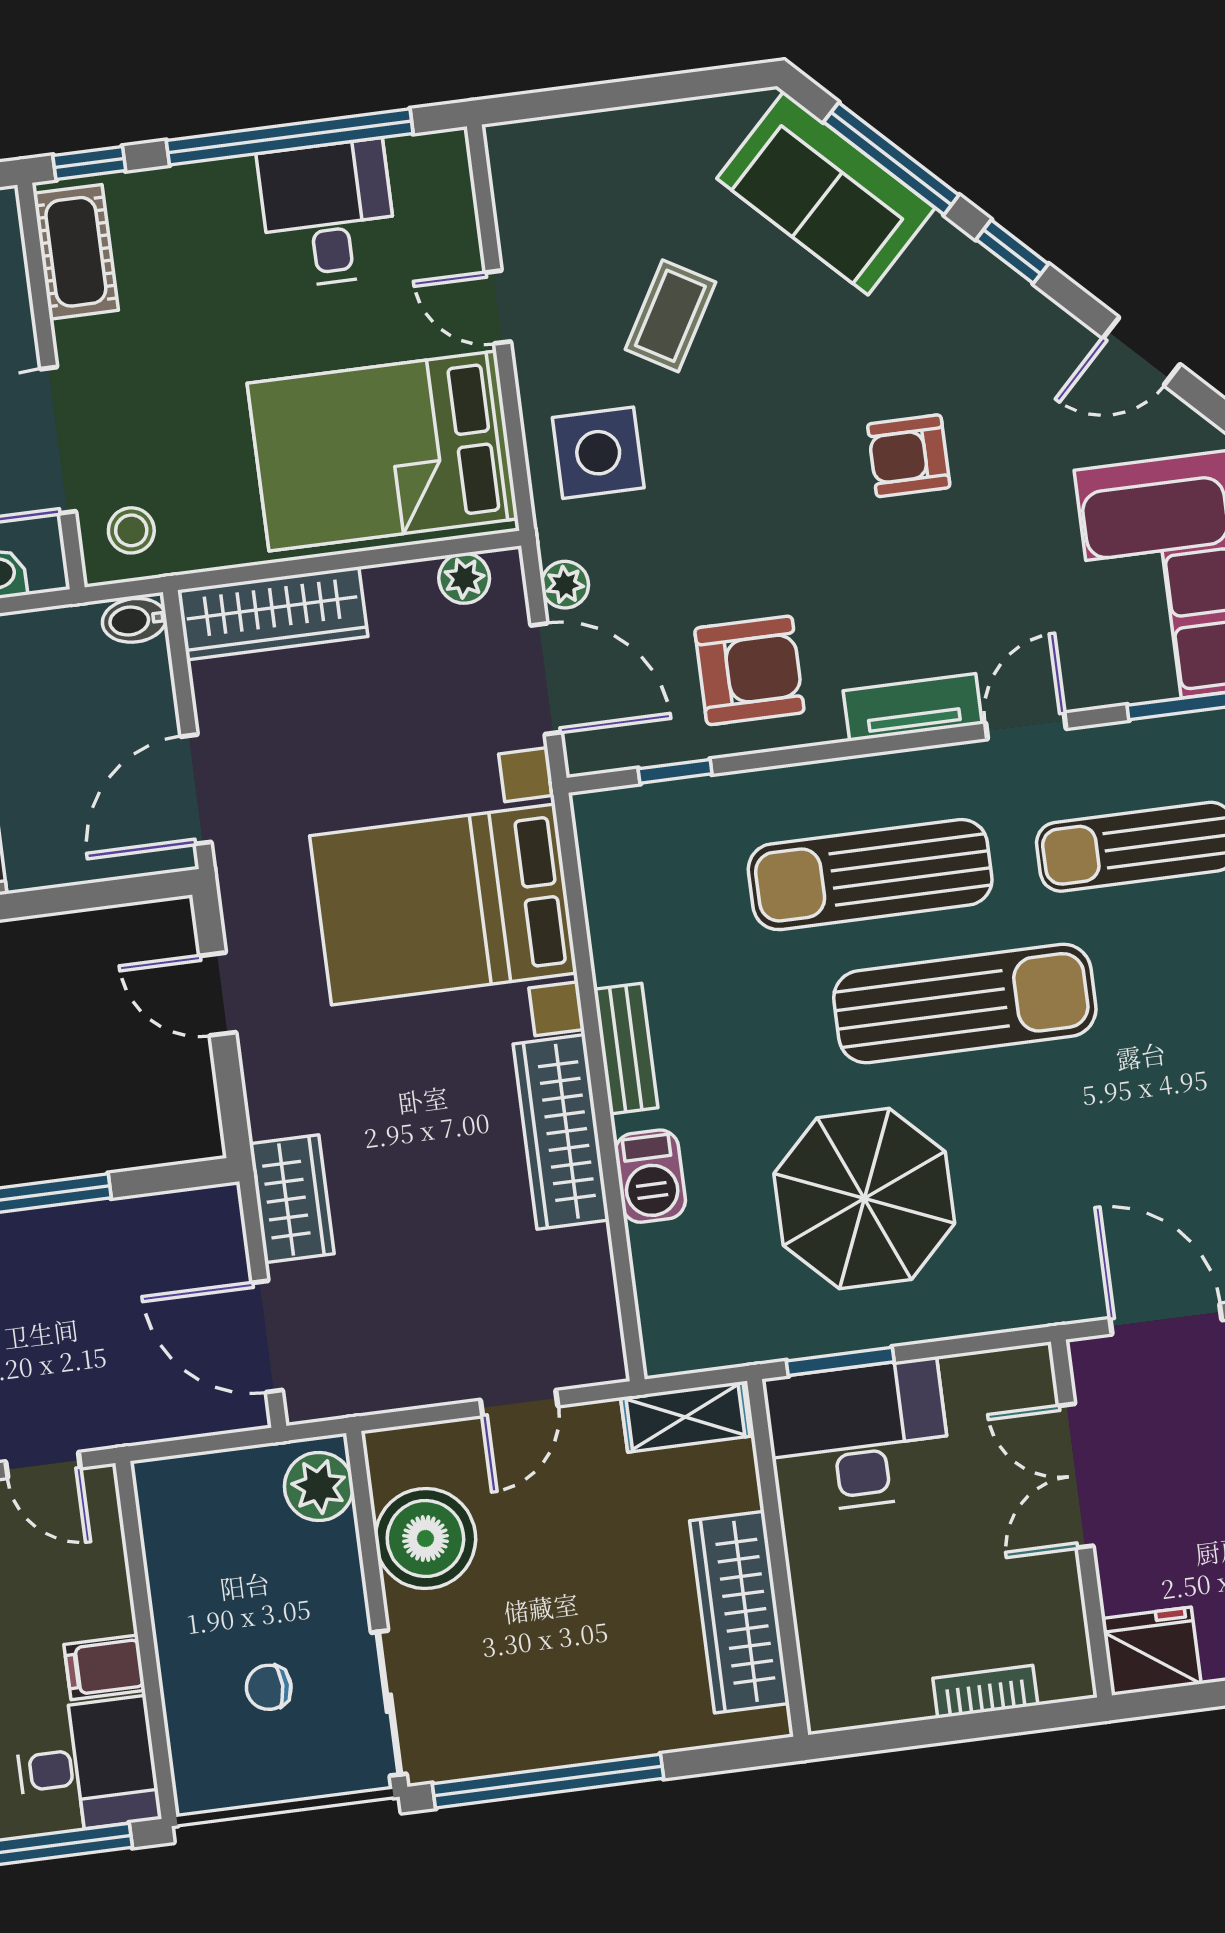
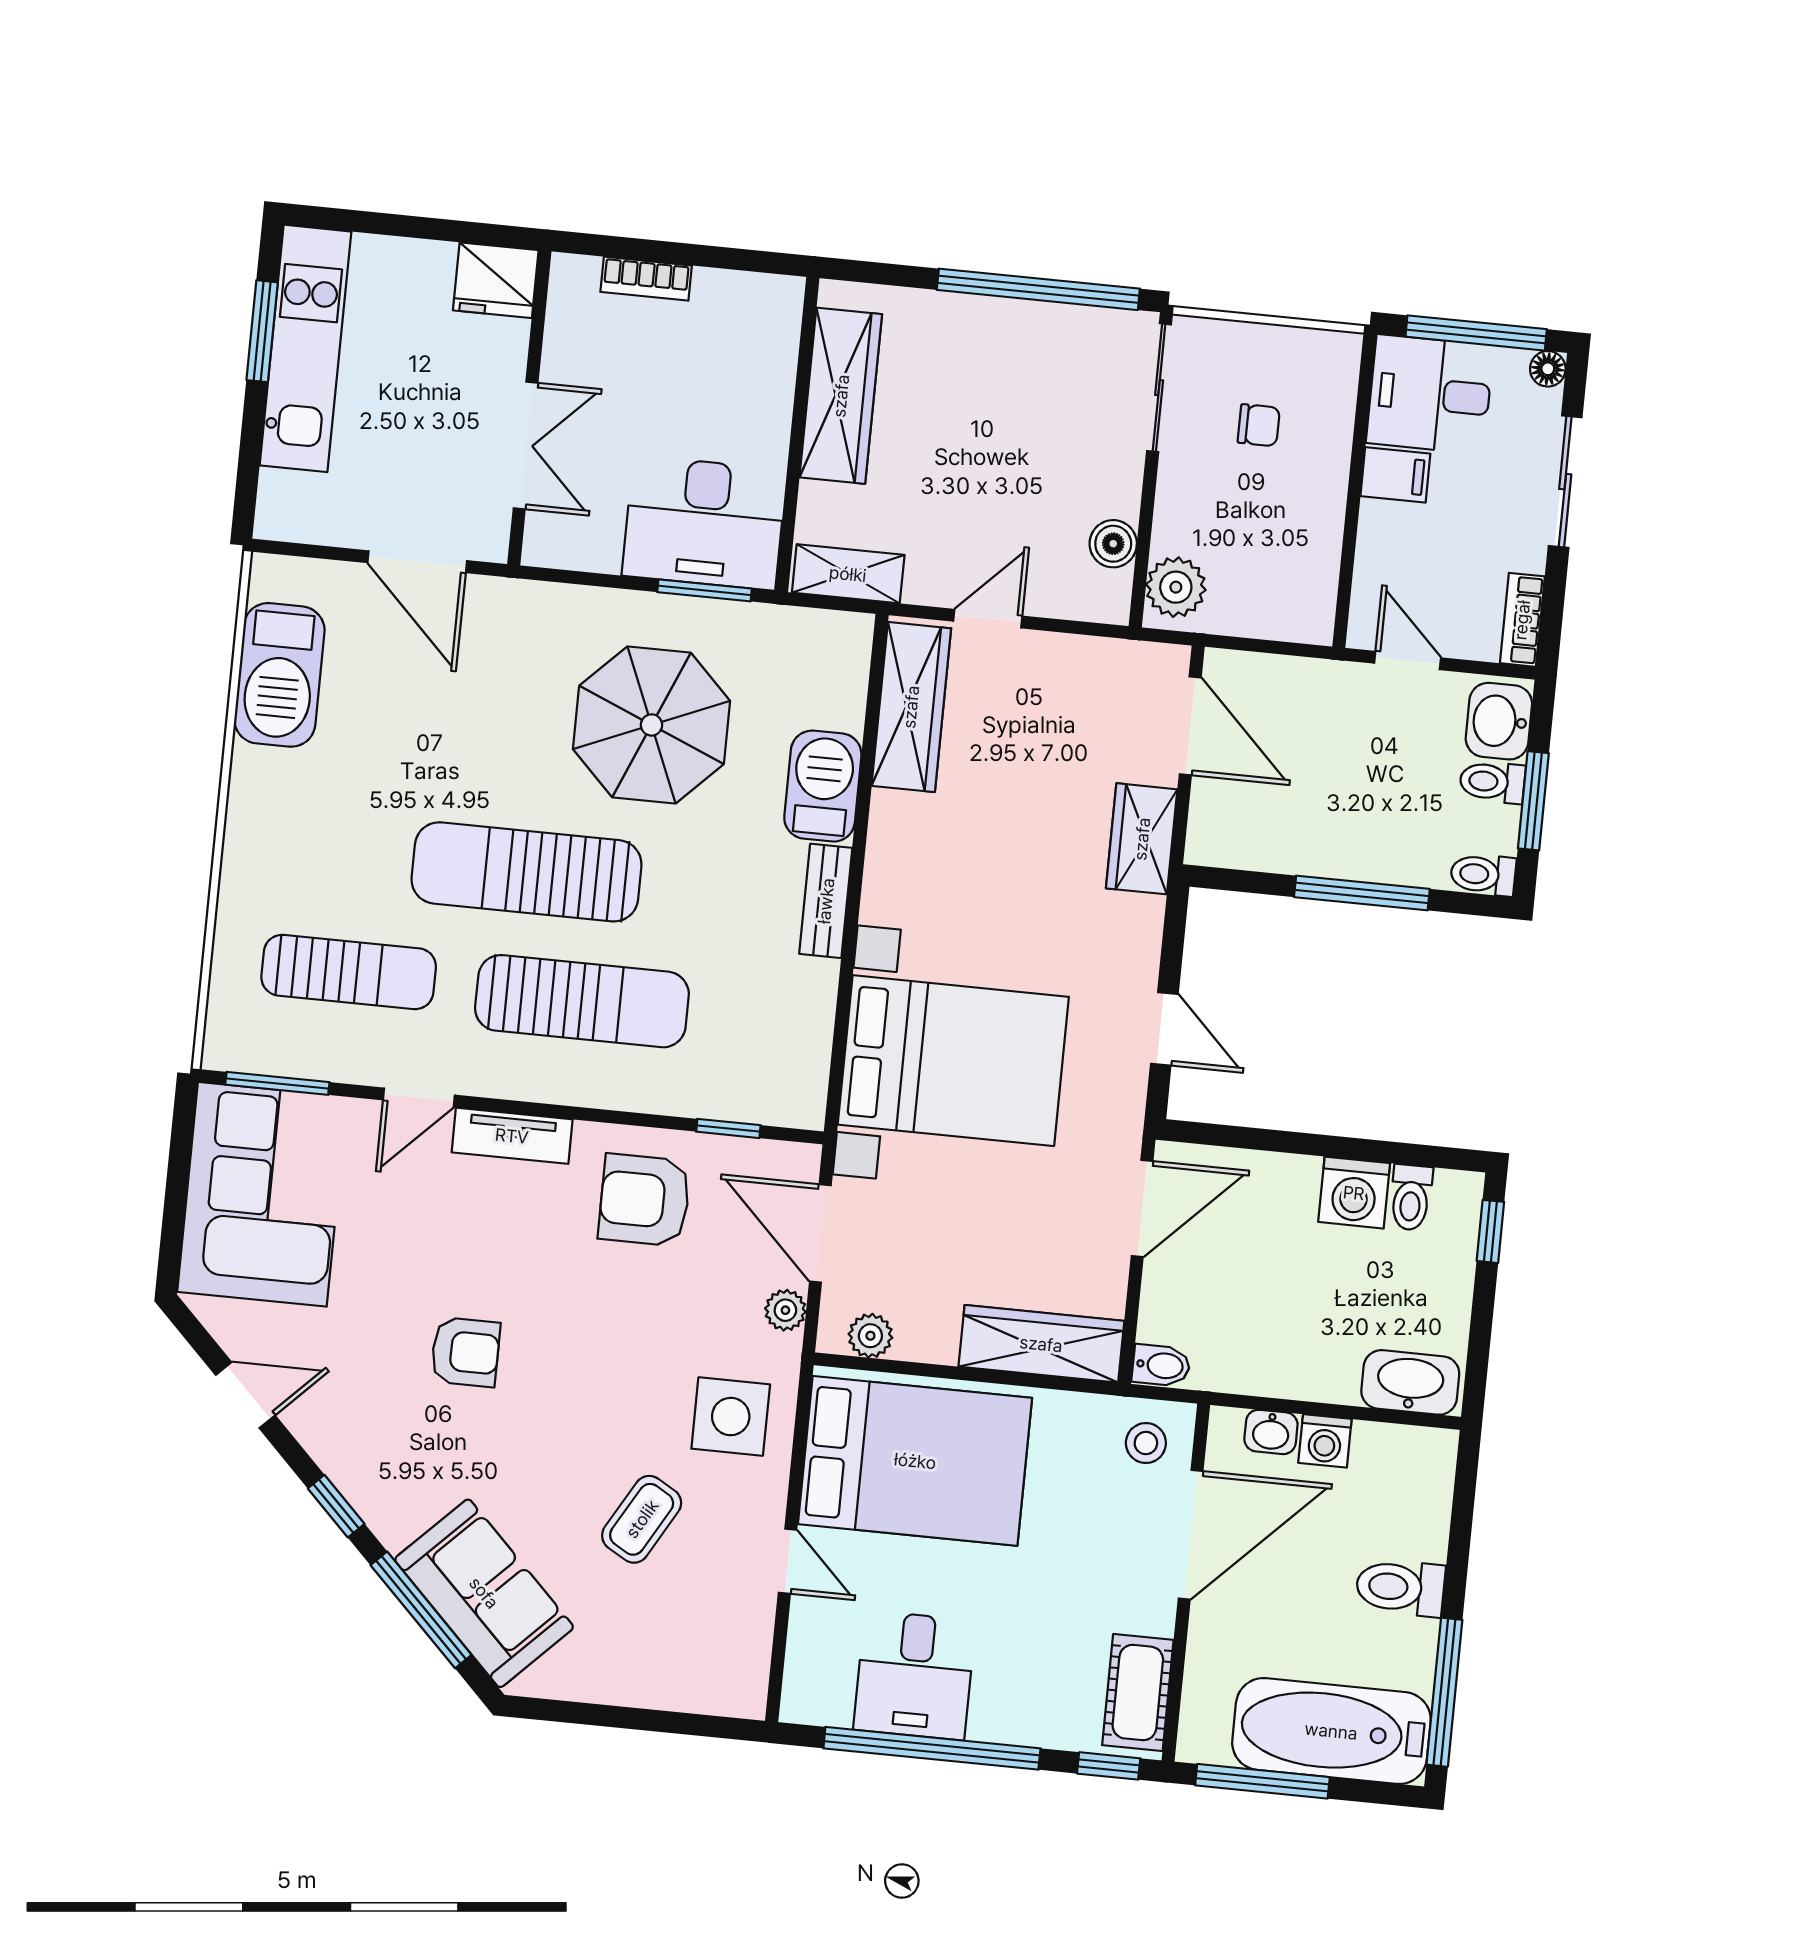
wardrobe: (561, 1132) -> (911, 707), moved
barbecue: (650, 1176) -> (823, 786), width x1.38, depth x1.27
boiler: (425, 1539) -> (1113, 544), width x0.54, depth x0.54

